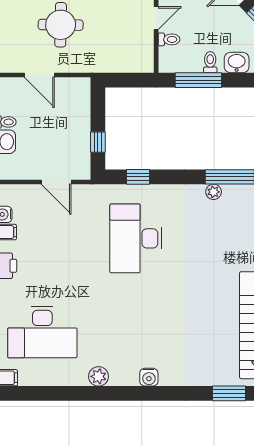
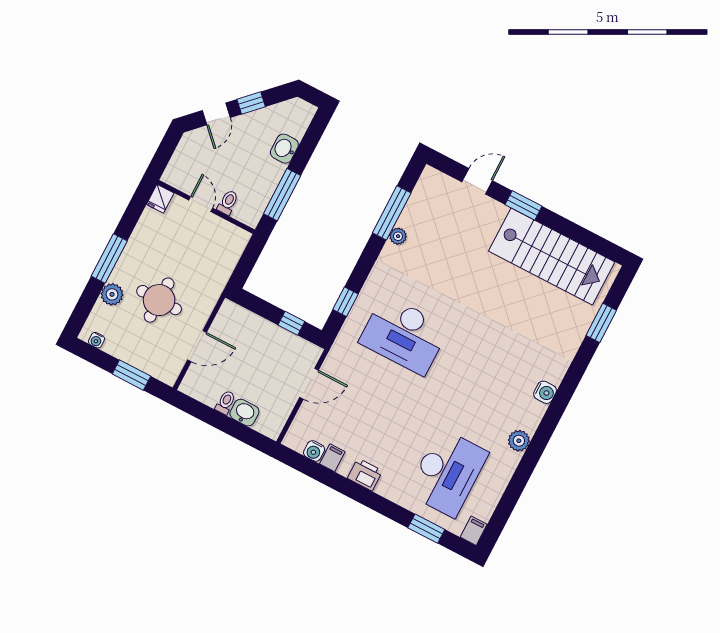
toilet: (210, 62) -> (271, 174), removed

